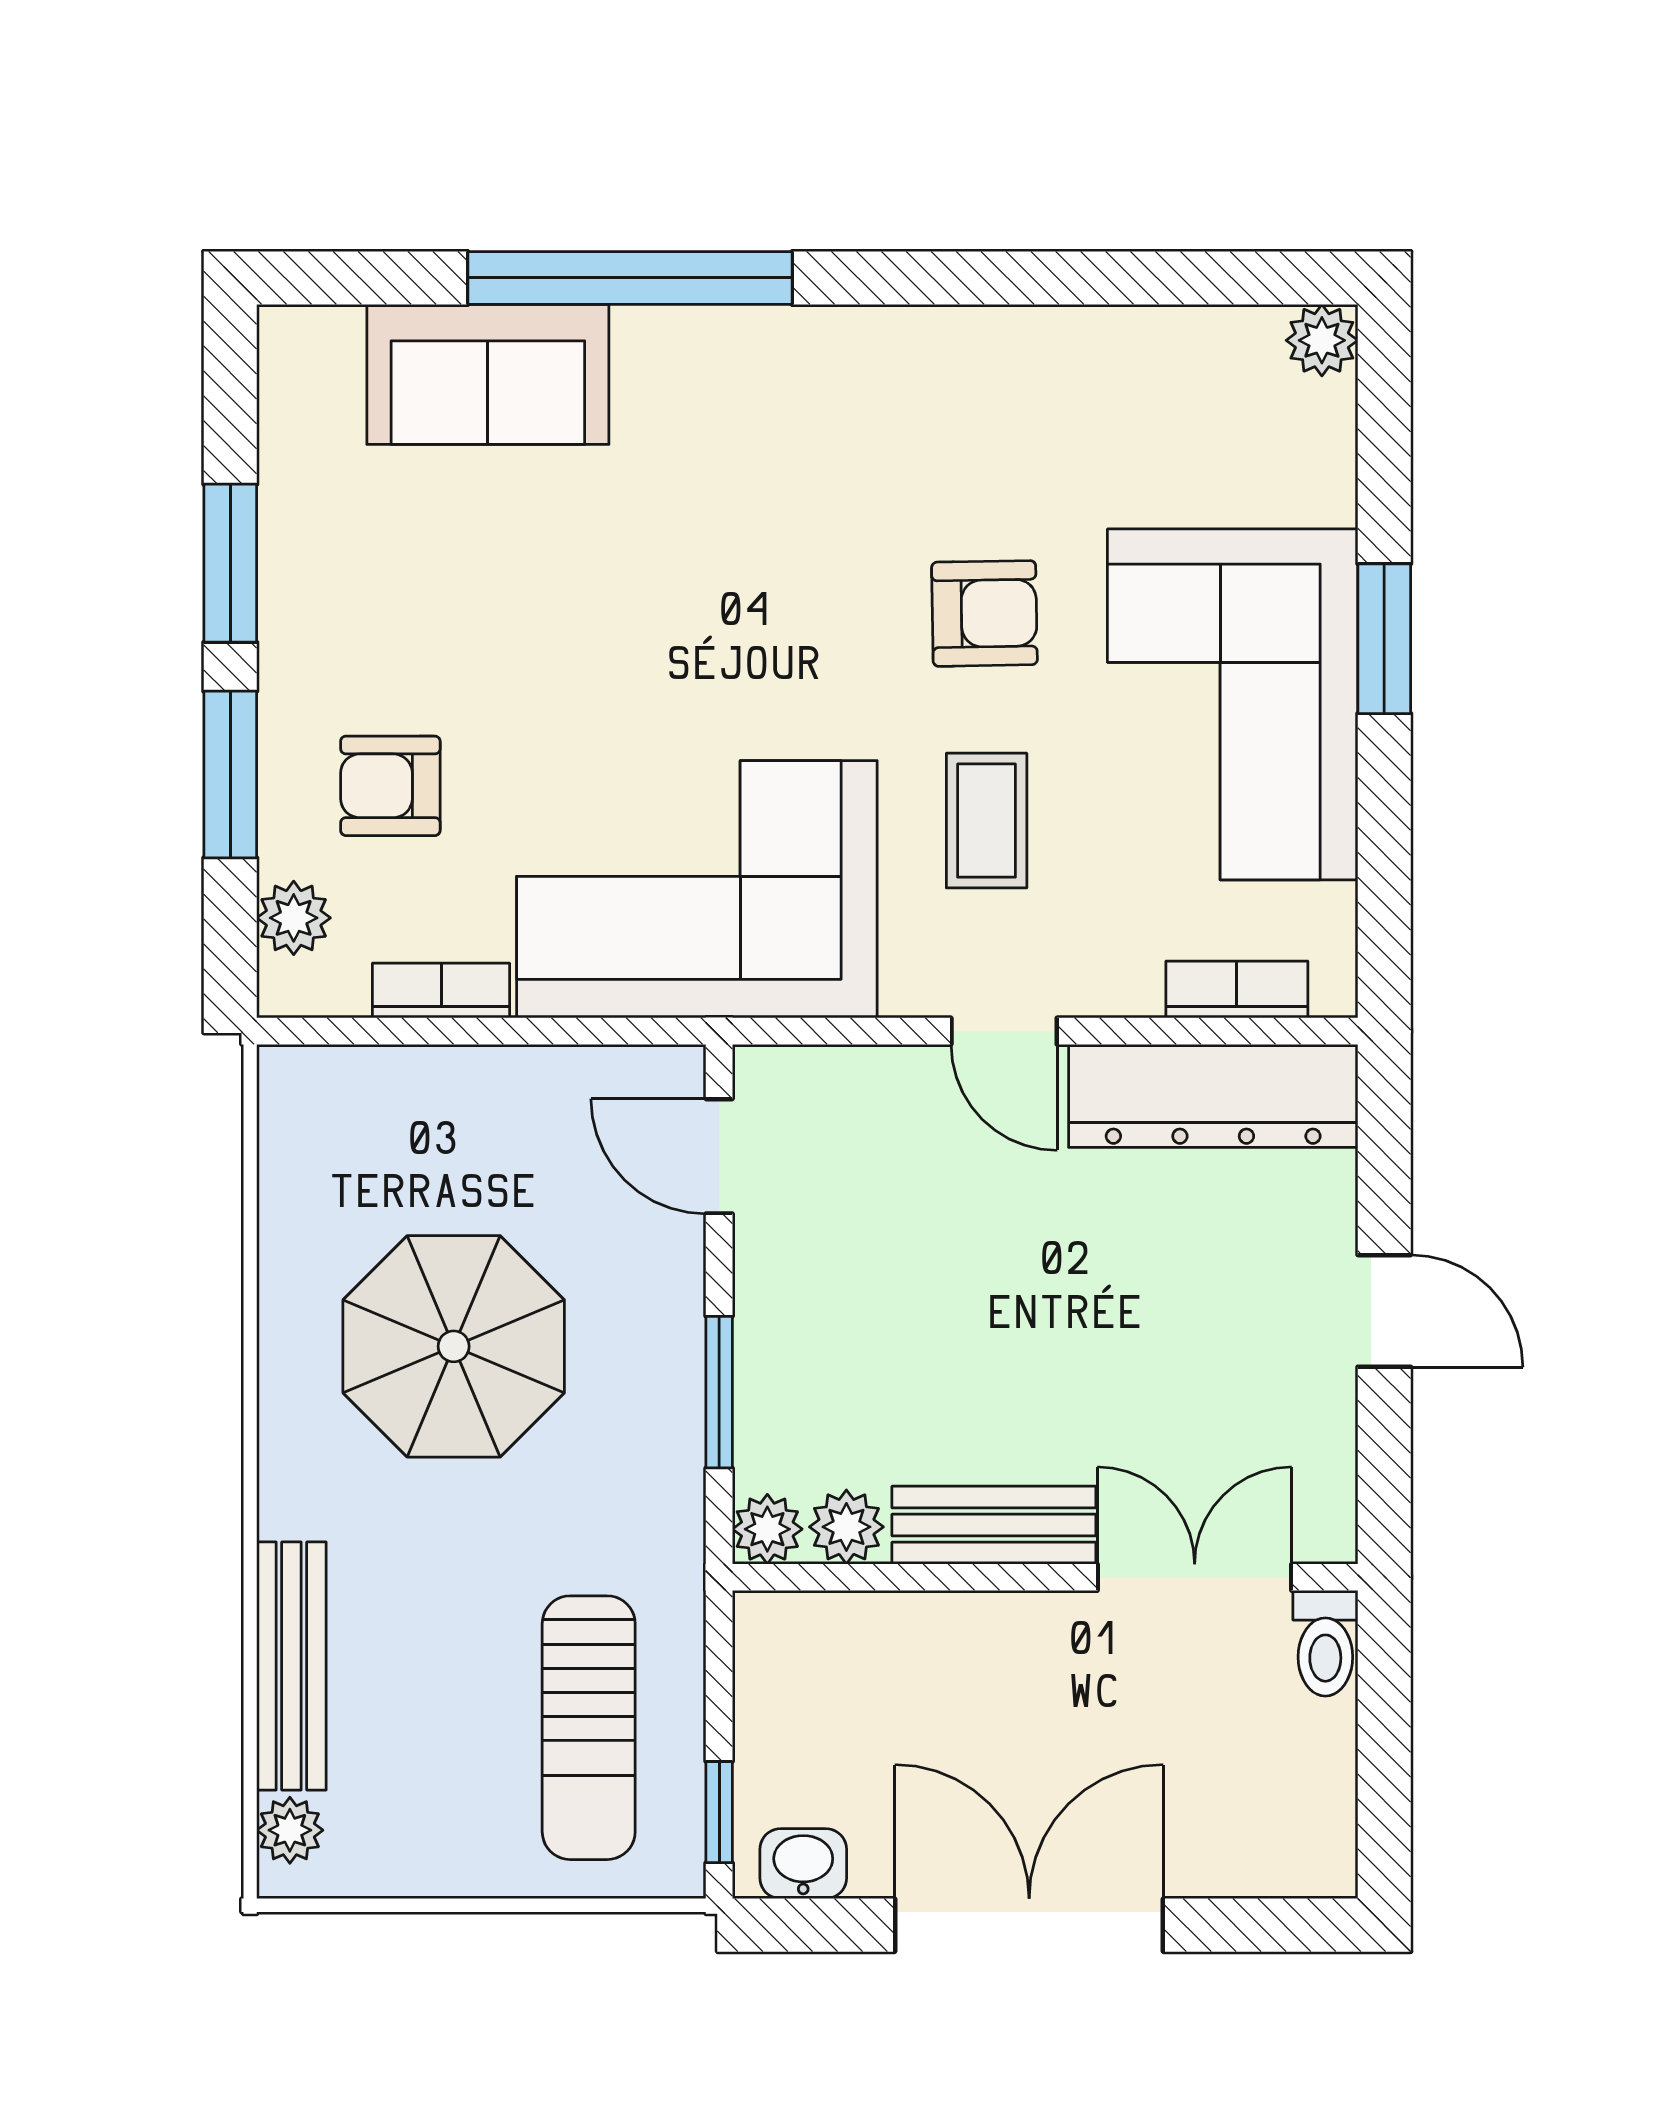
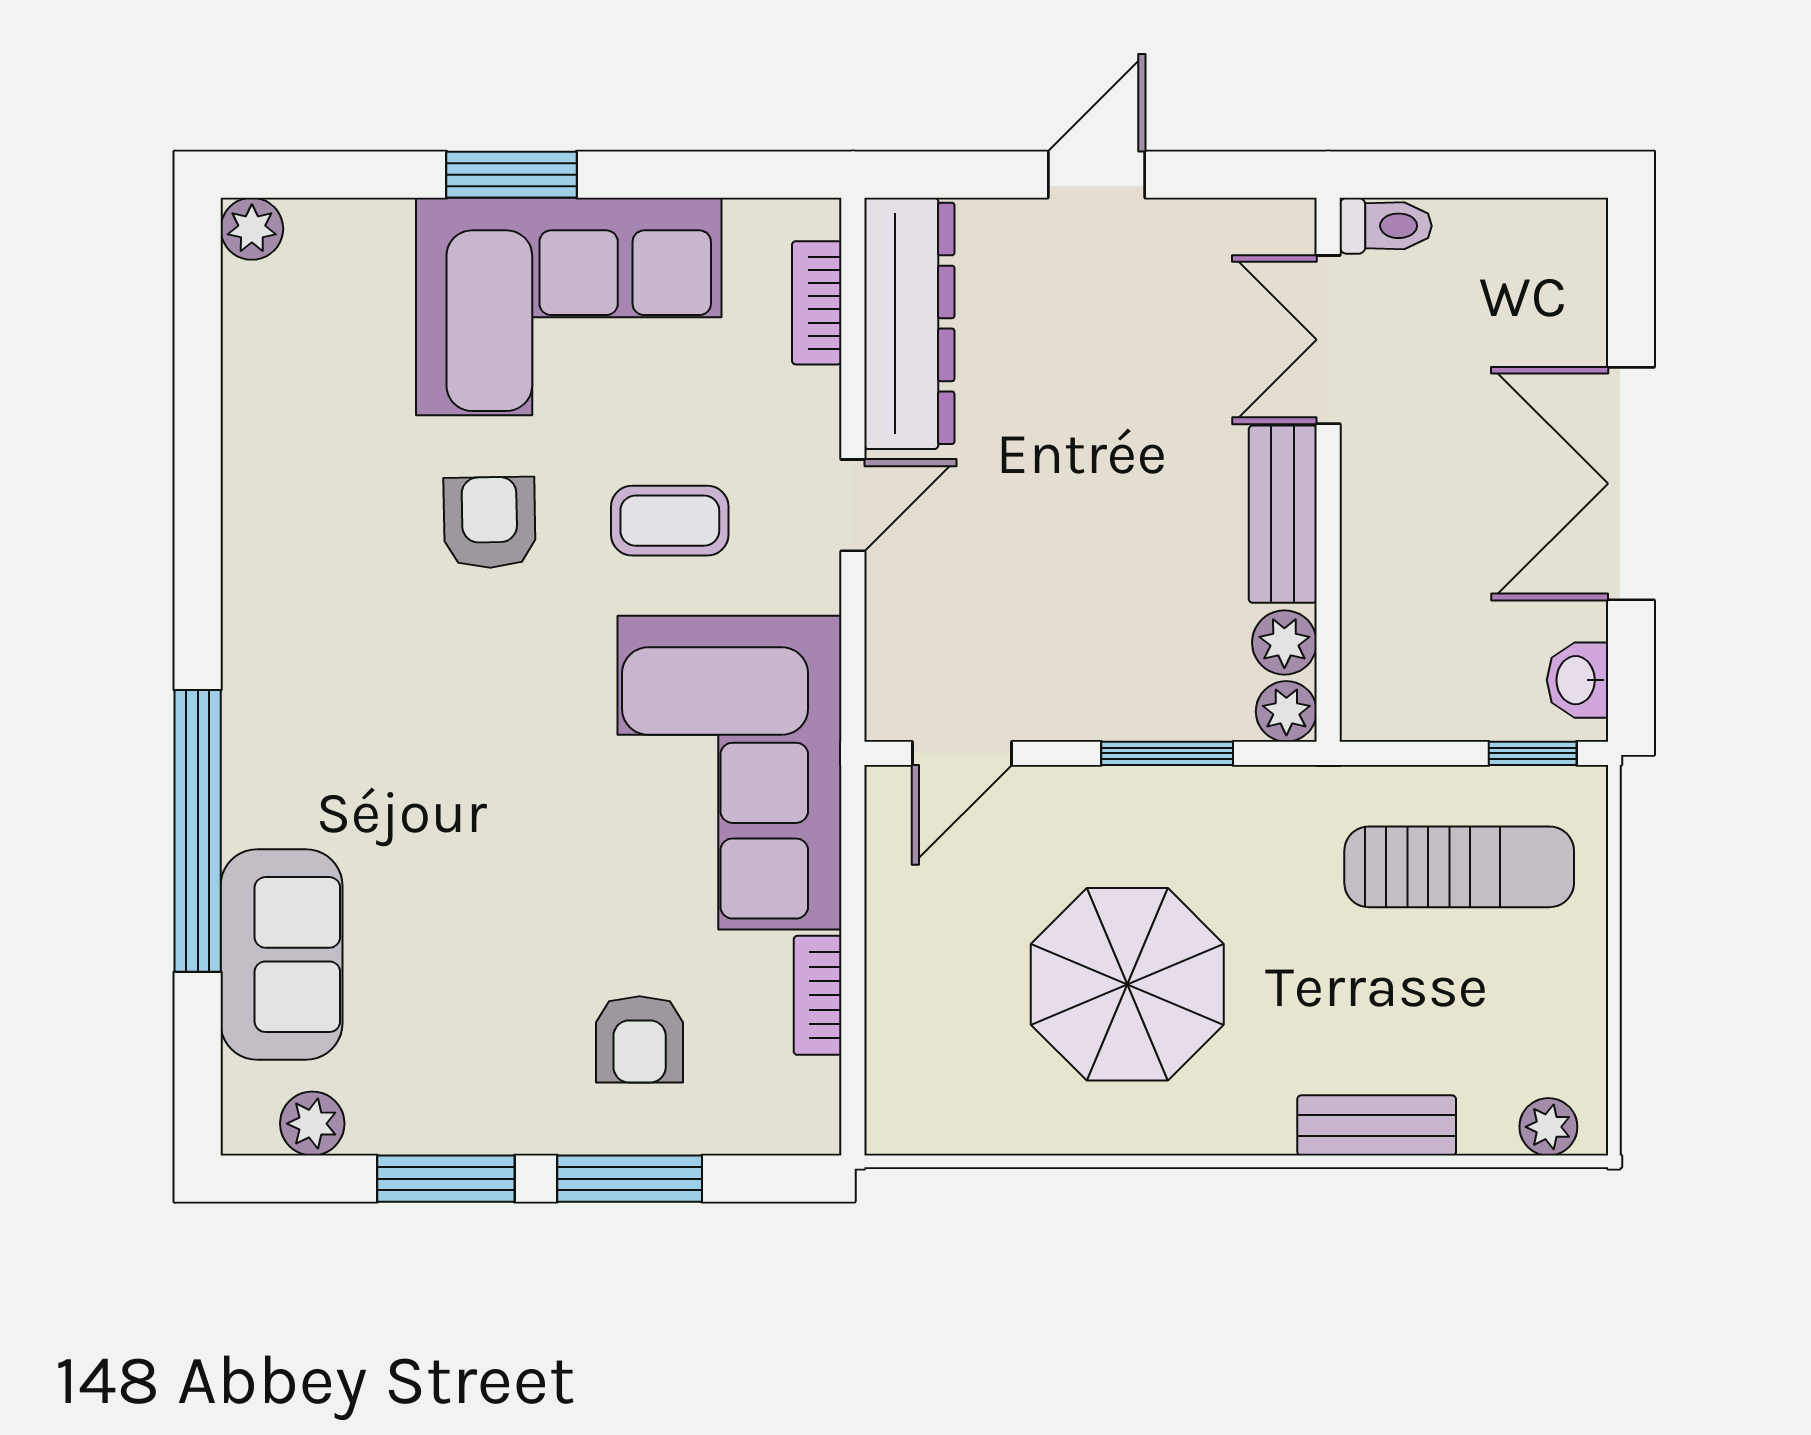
plant: (294, 918) -> (312, 1124), moved
bench: (291, 1666) -> (1377, 1125), width x0.73

